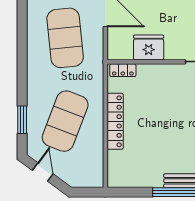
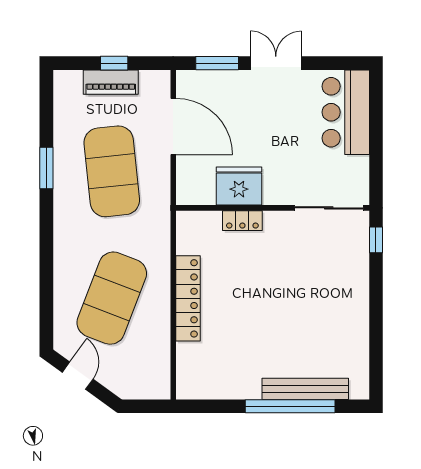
locker: (123, 70) -> (242, 221), moved
window: (22, 120) -> (46, 168), moved

